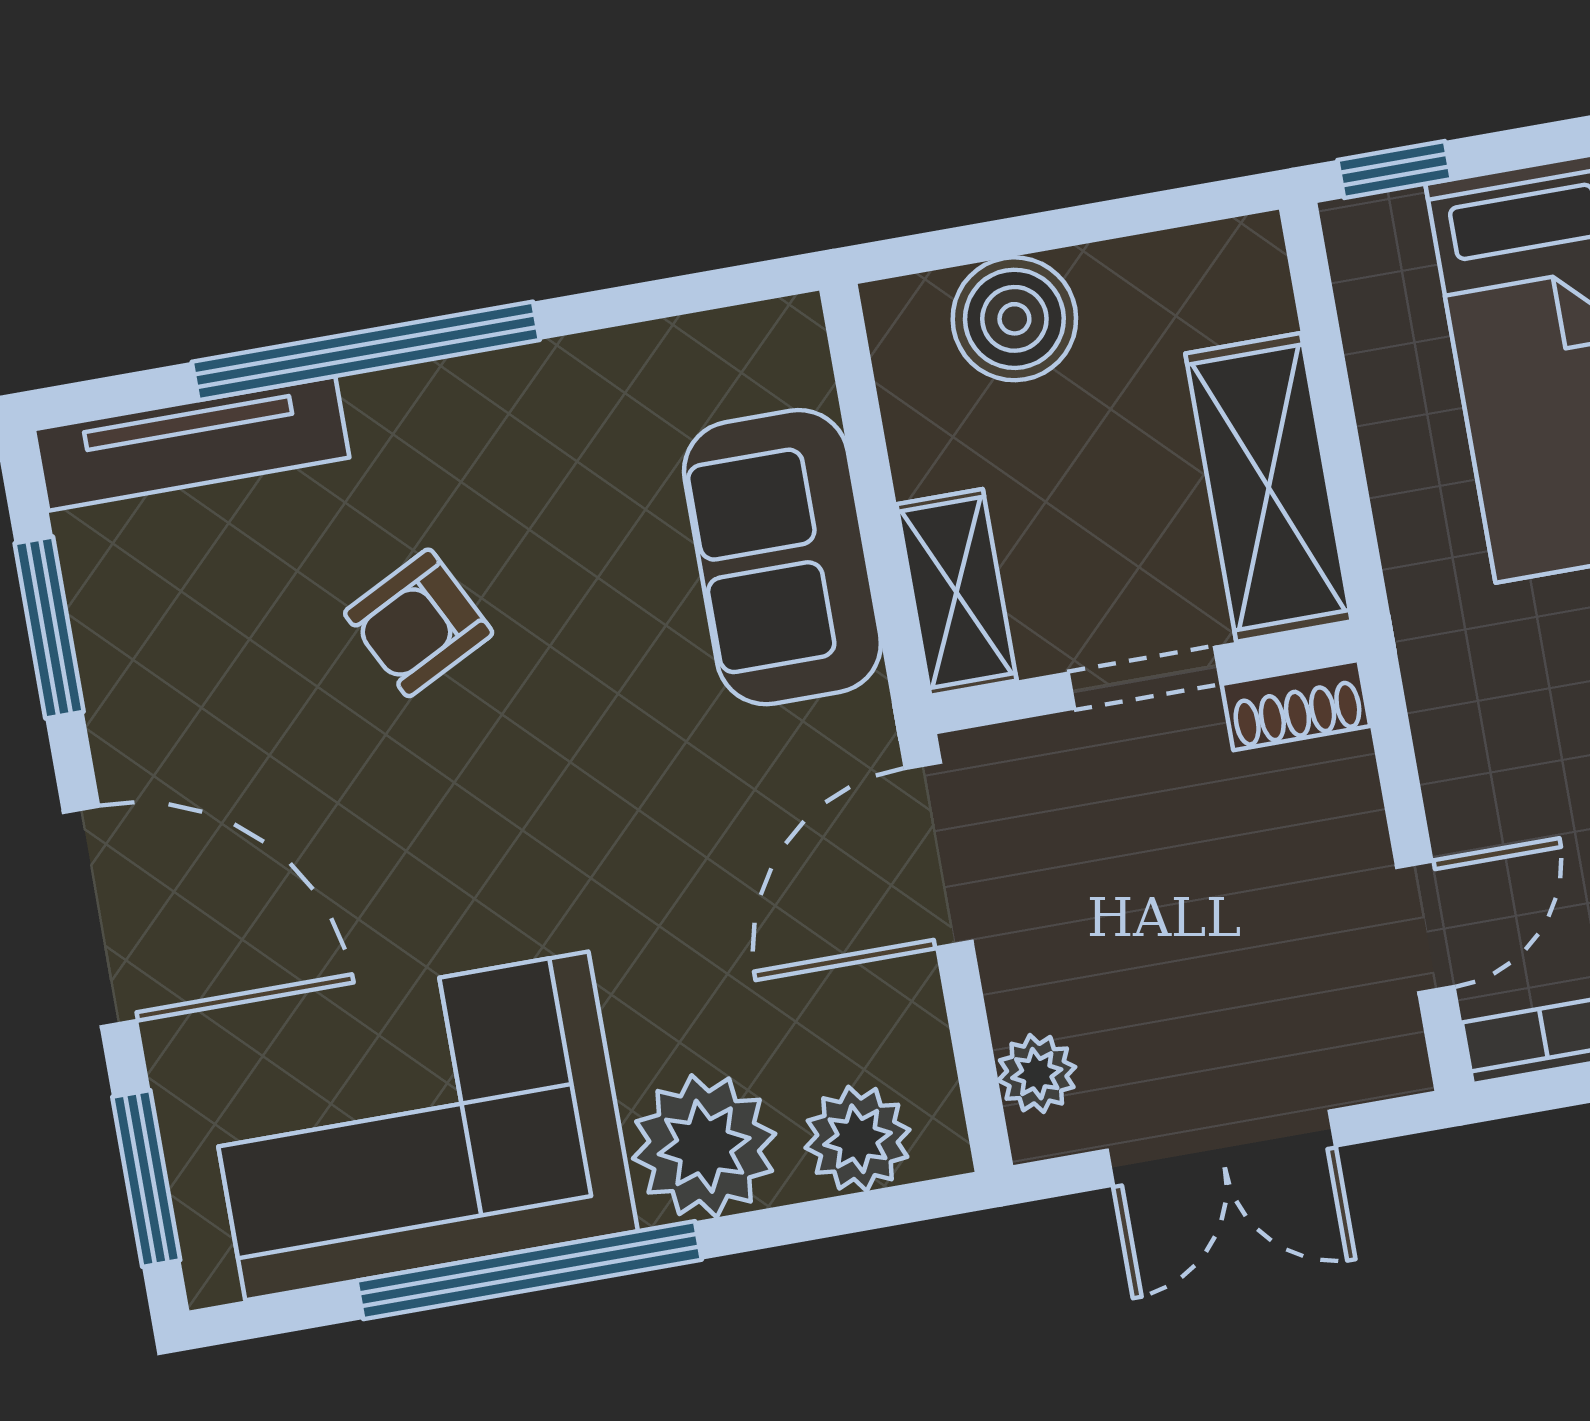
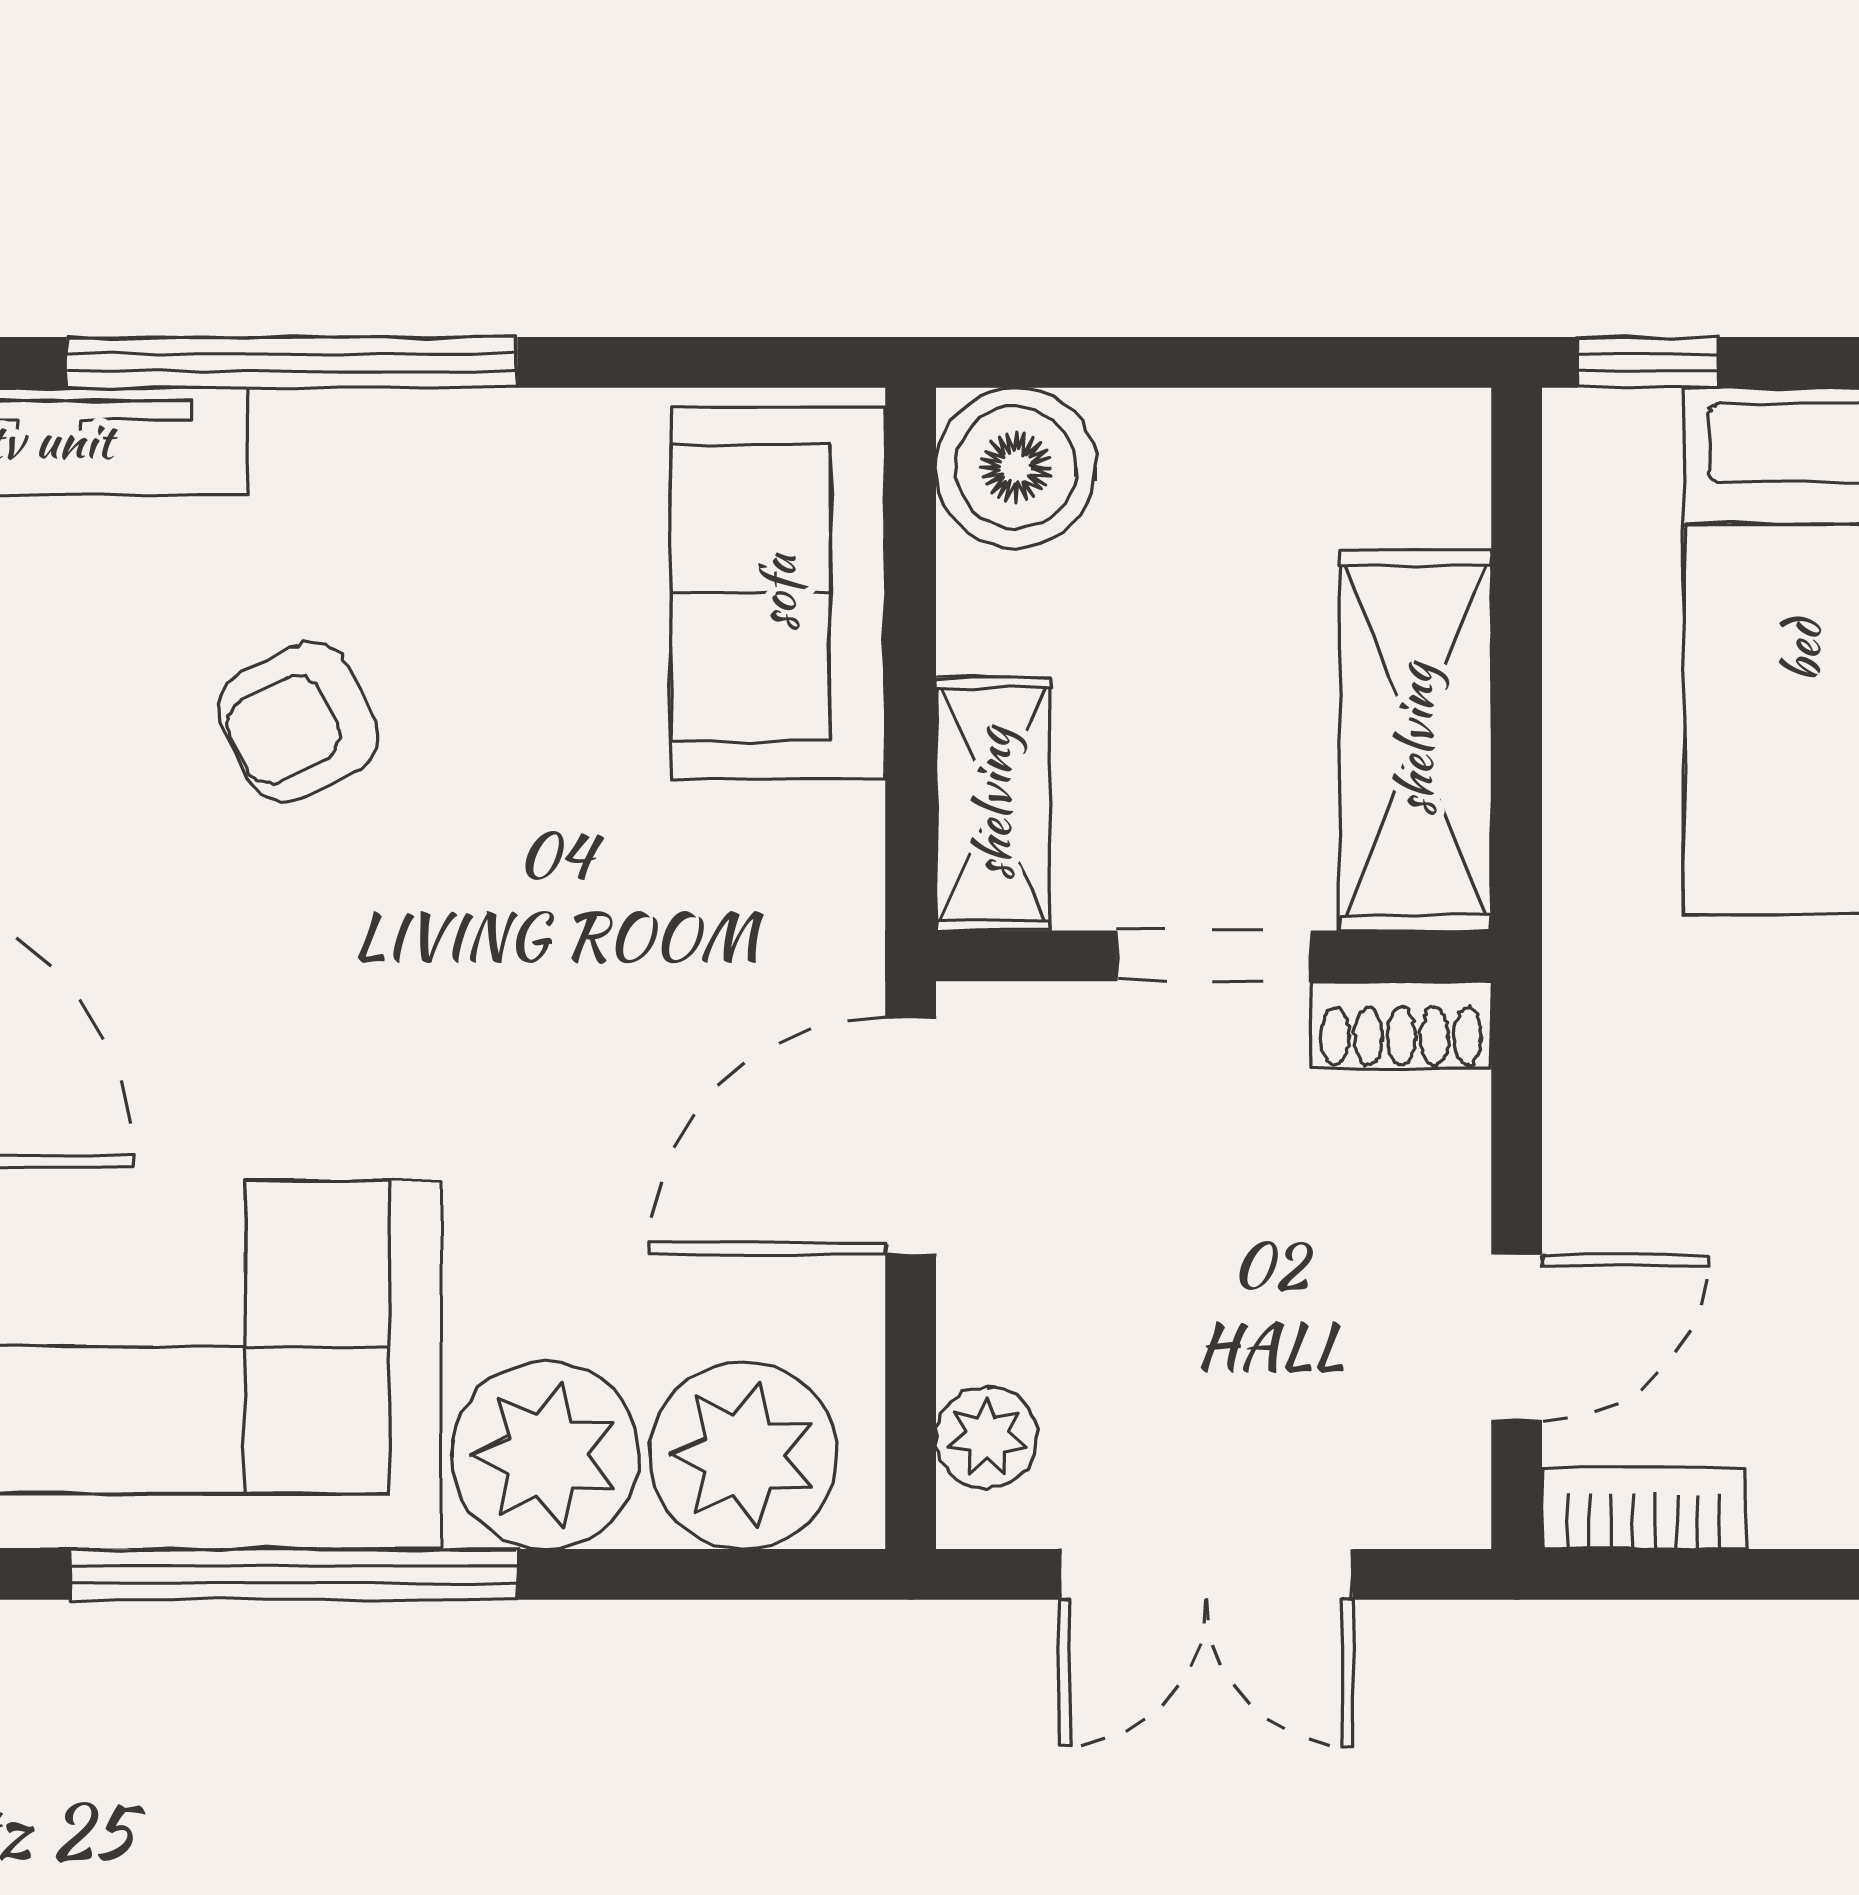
boiler: (1014, 319) -> (1016, 468), moved
sofa: (782, 557) -> (778, 593), moved
plant: (858, 1139) -> (743, 1455), width x1.36, depth x1.36

